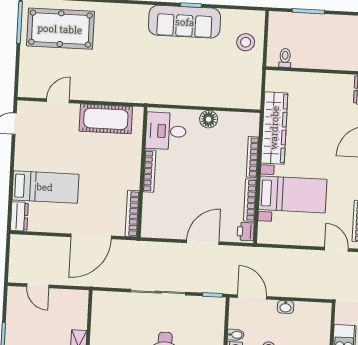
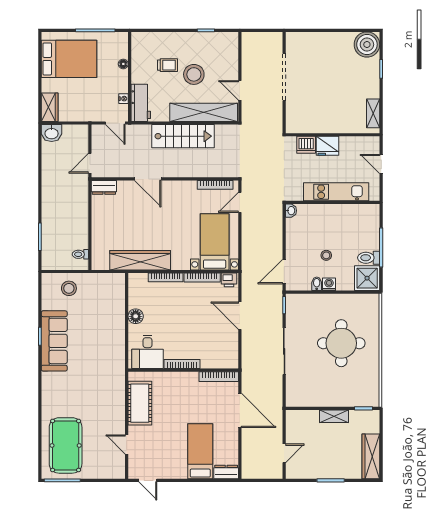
bed with nightstands: (293, 194) -> (215, 242), moved
washbasin: (286, 307) -> (291, 211), moved

